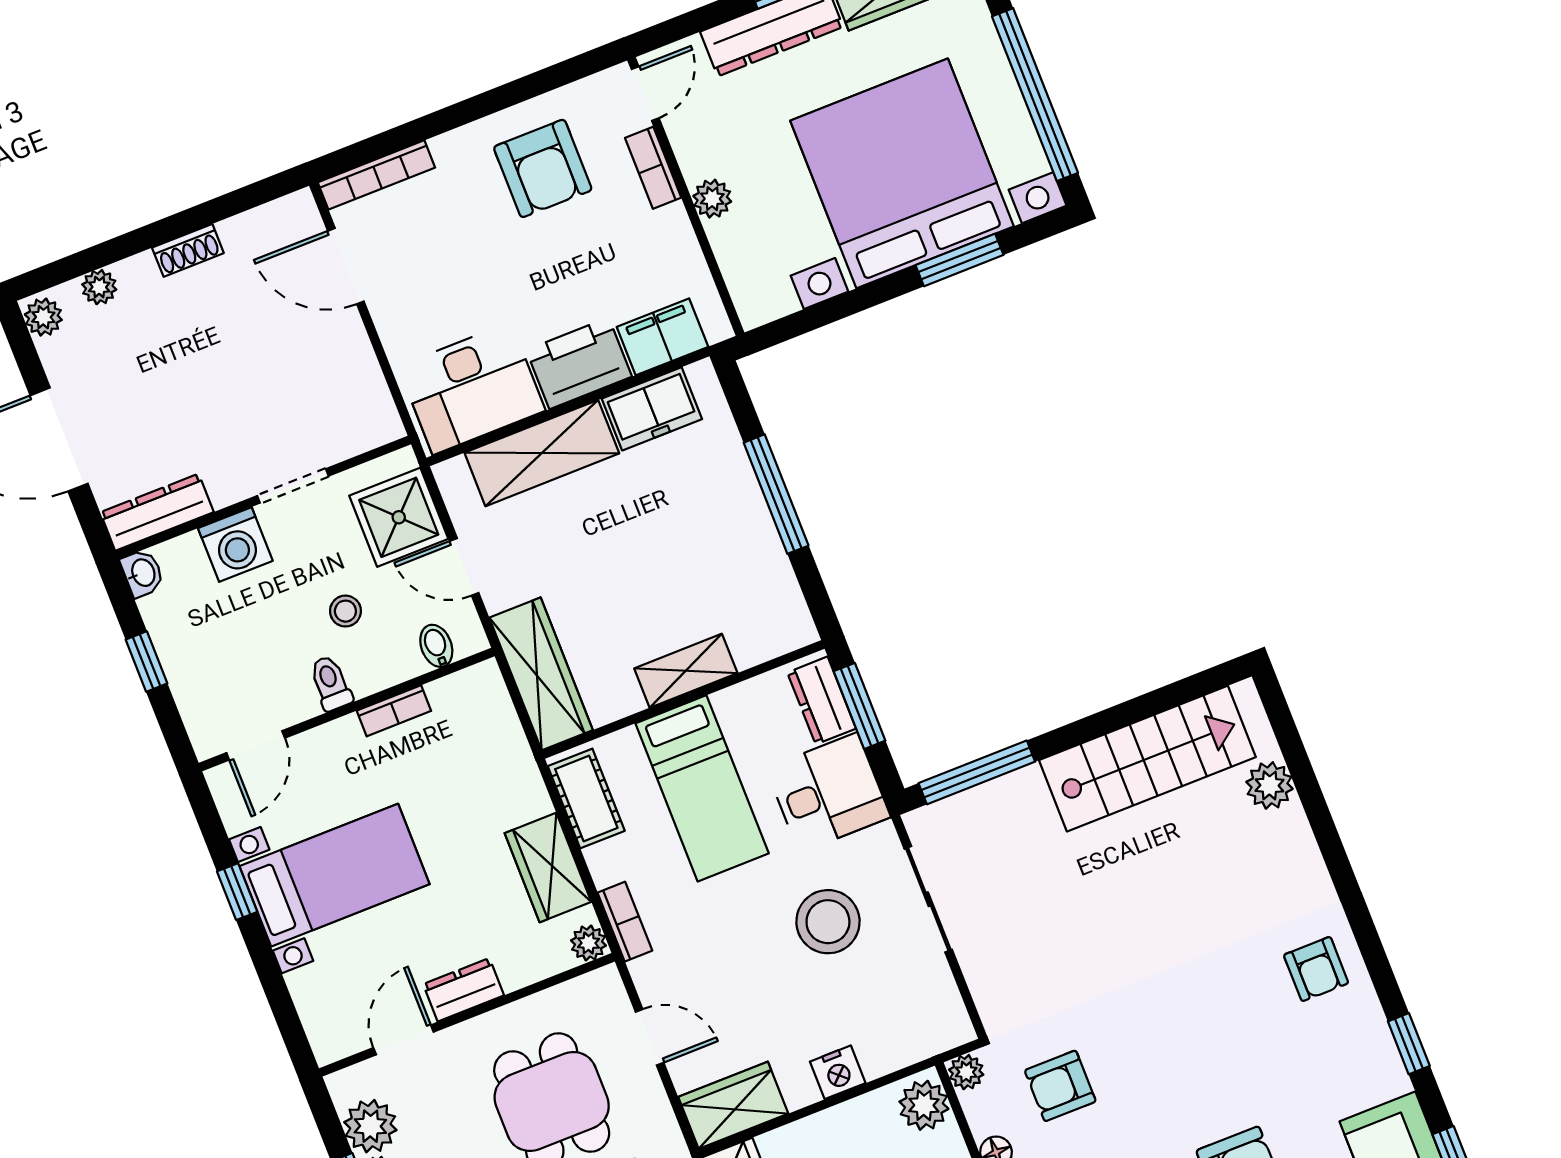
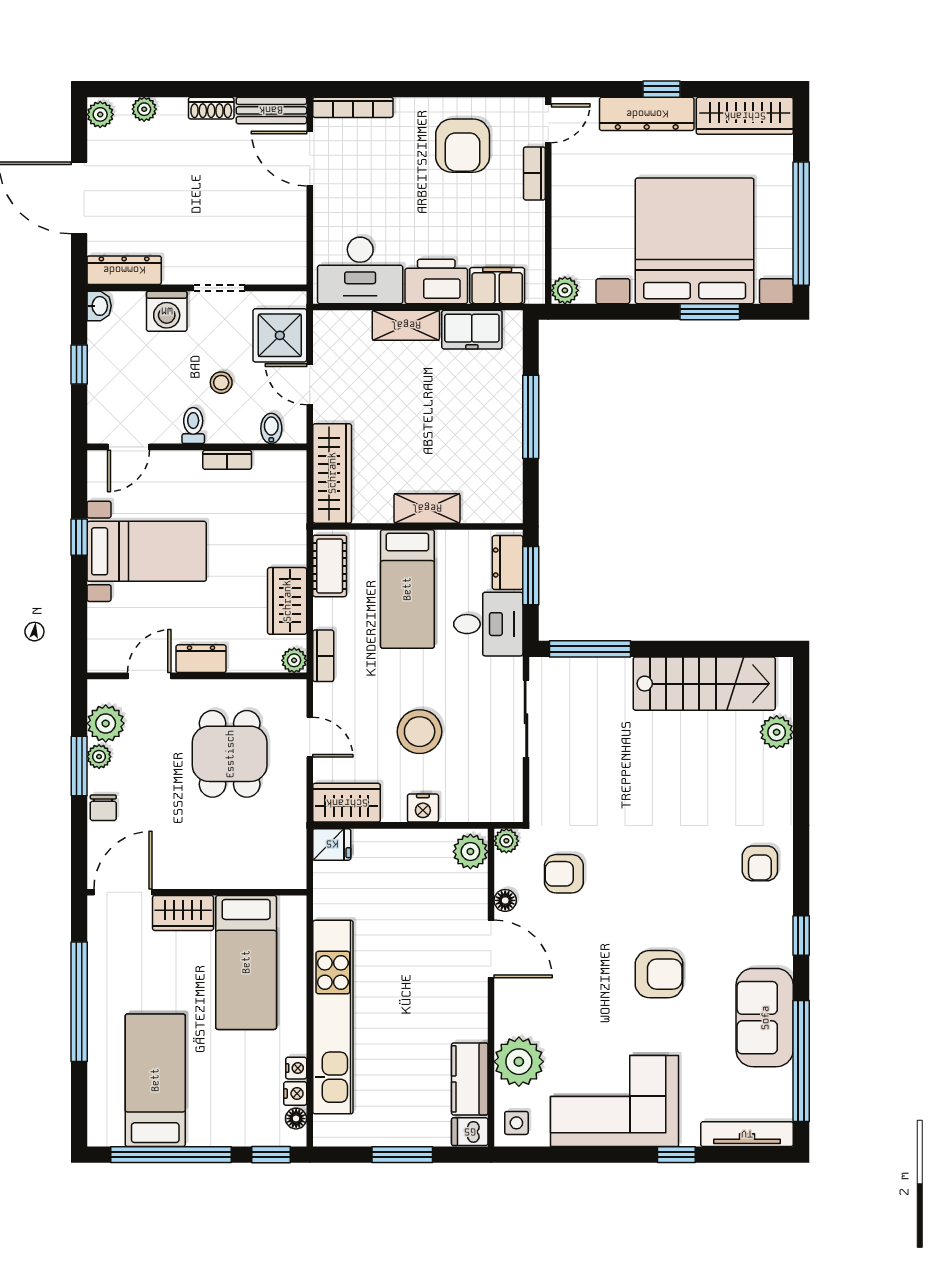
plant: (712, 199) -> (565, 290), moved
bench: (269, 222) -> (271, 110), added
shelving: (542, 453) -> (406, 325), width x0.67, depth x0.75
stool: (828, 922) -> (420, 732), moved

